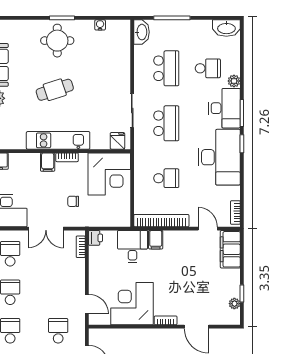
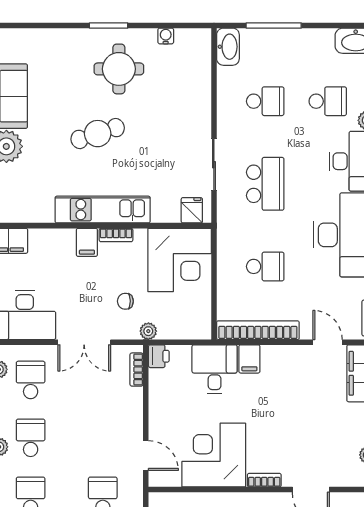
round table: (57, 41) -> (119, 69), moved
school desk: (166, 68) -> (265, 101), width x0.54
plant: (88, 221) -> (148, 331), added

